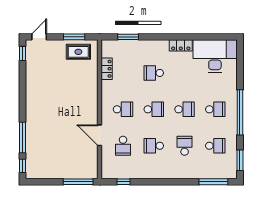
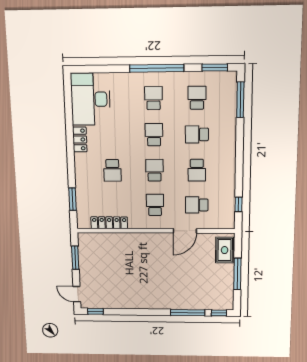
rug: (78, 52) -> (225, 250), moved
locker: (107, 69) -> (109, 223), width x1.53
school desk: (123, 146) -> (197, 205), turned 180
window: (78, 182) -> (237, 274), moved

